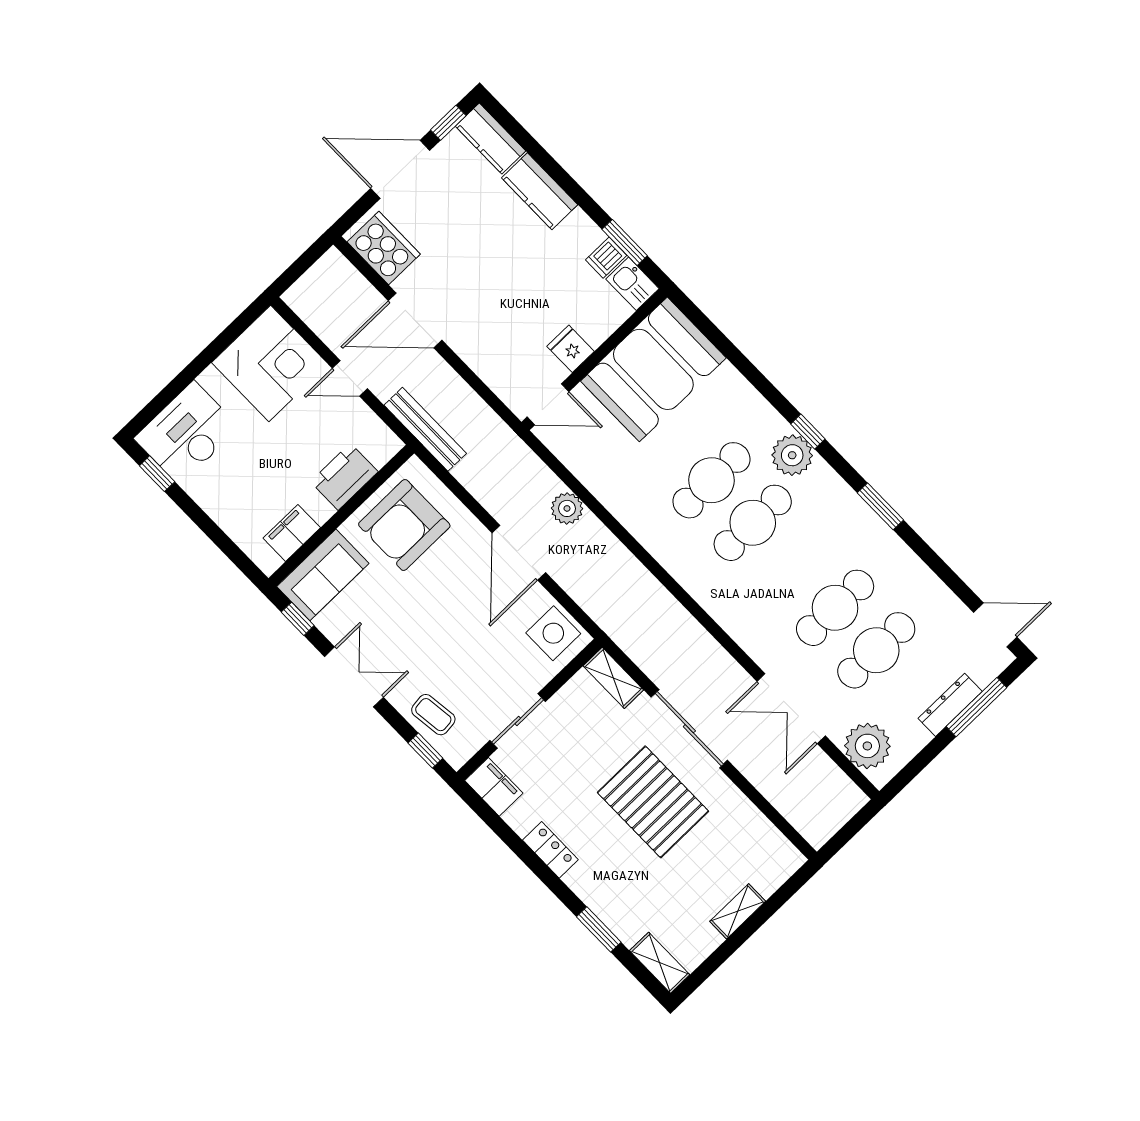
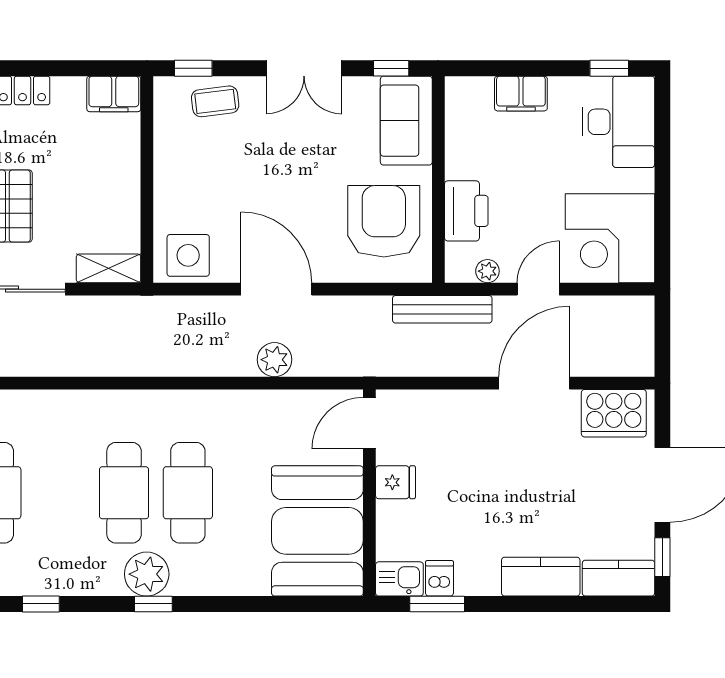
plant: (371, 424) -> (487, 271), added
window: (880, 506) -> (41, 604), width x0.67
filing cabinet: (292, 533) -> (521, 94), moved, turned 90
sliding door: (518, 721) -> (147, 162), removed

